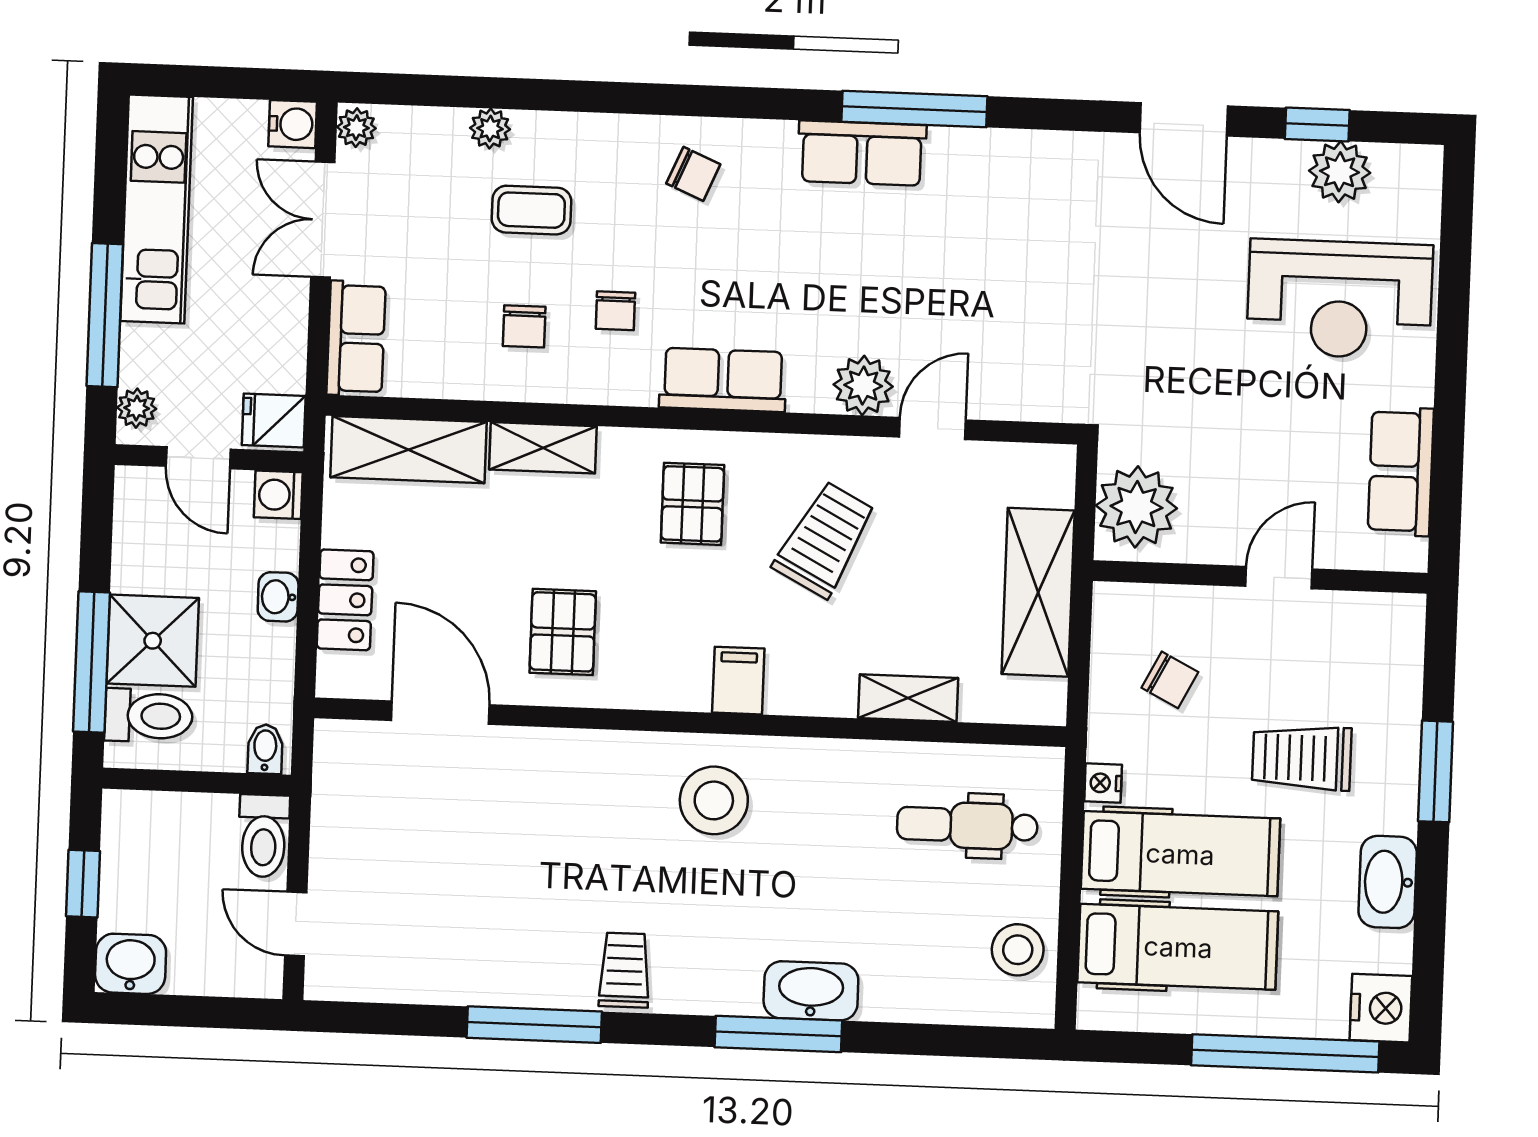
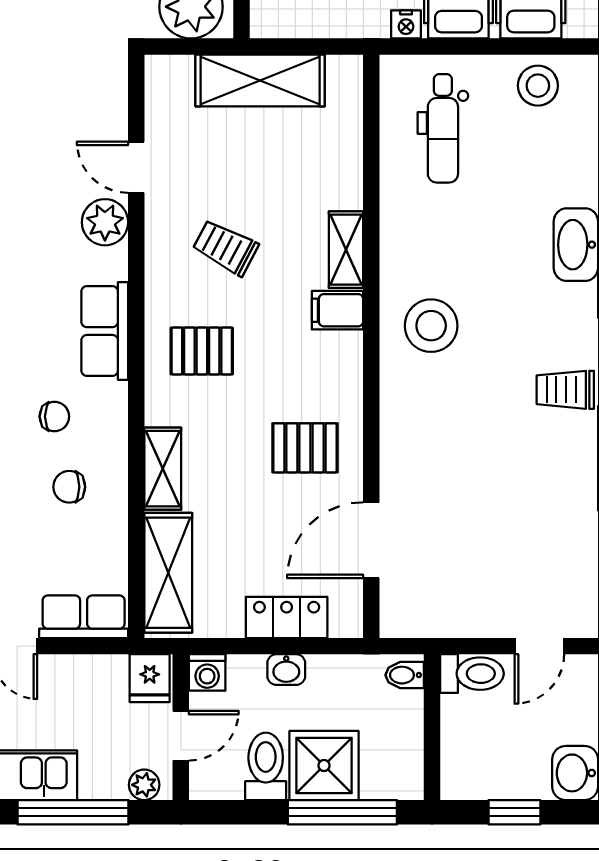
chair: (524, 326) -> (69, 487), turned 180
trolley: (825, 539) -> (226, 247), width x0.73, depth x0.72
shelving: (908, 698) -> (346, 250), moved
toilet: (149, 716) -> (266, 766), moved

